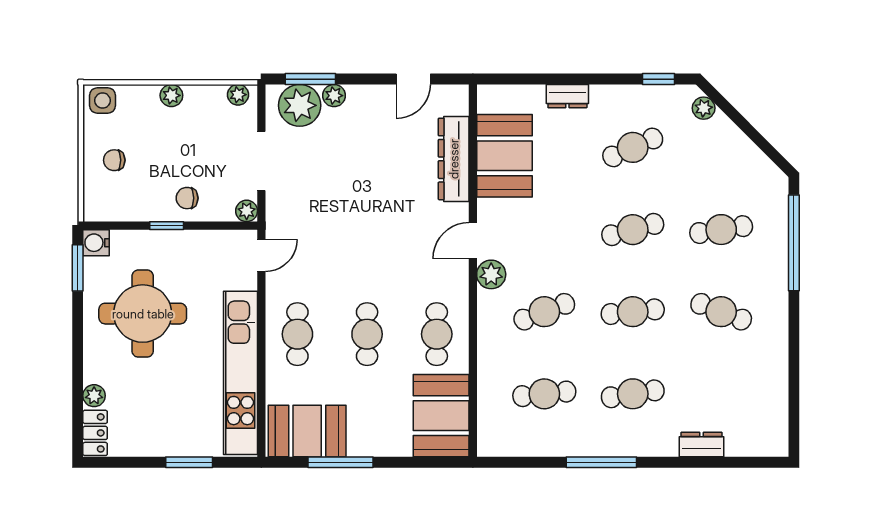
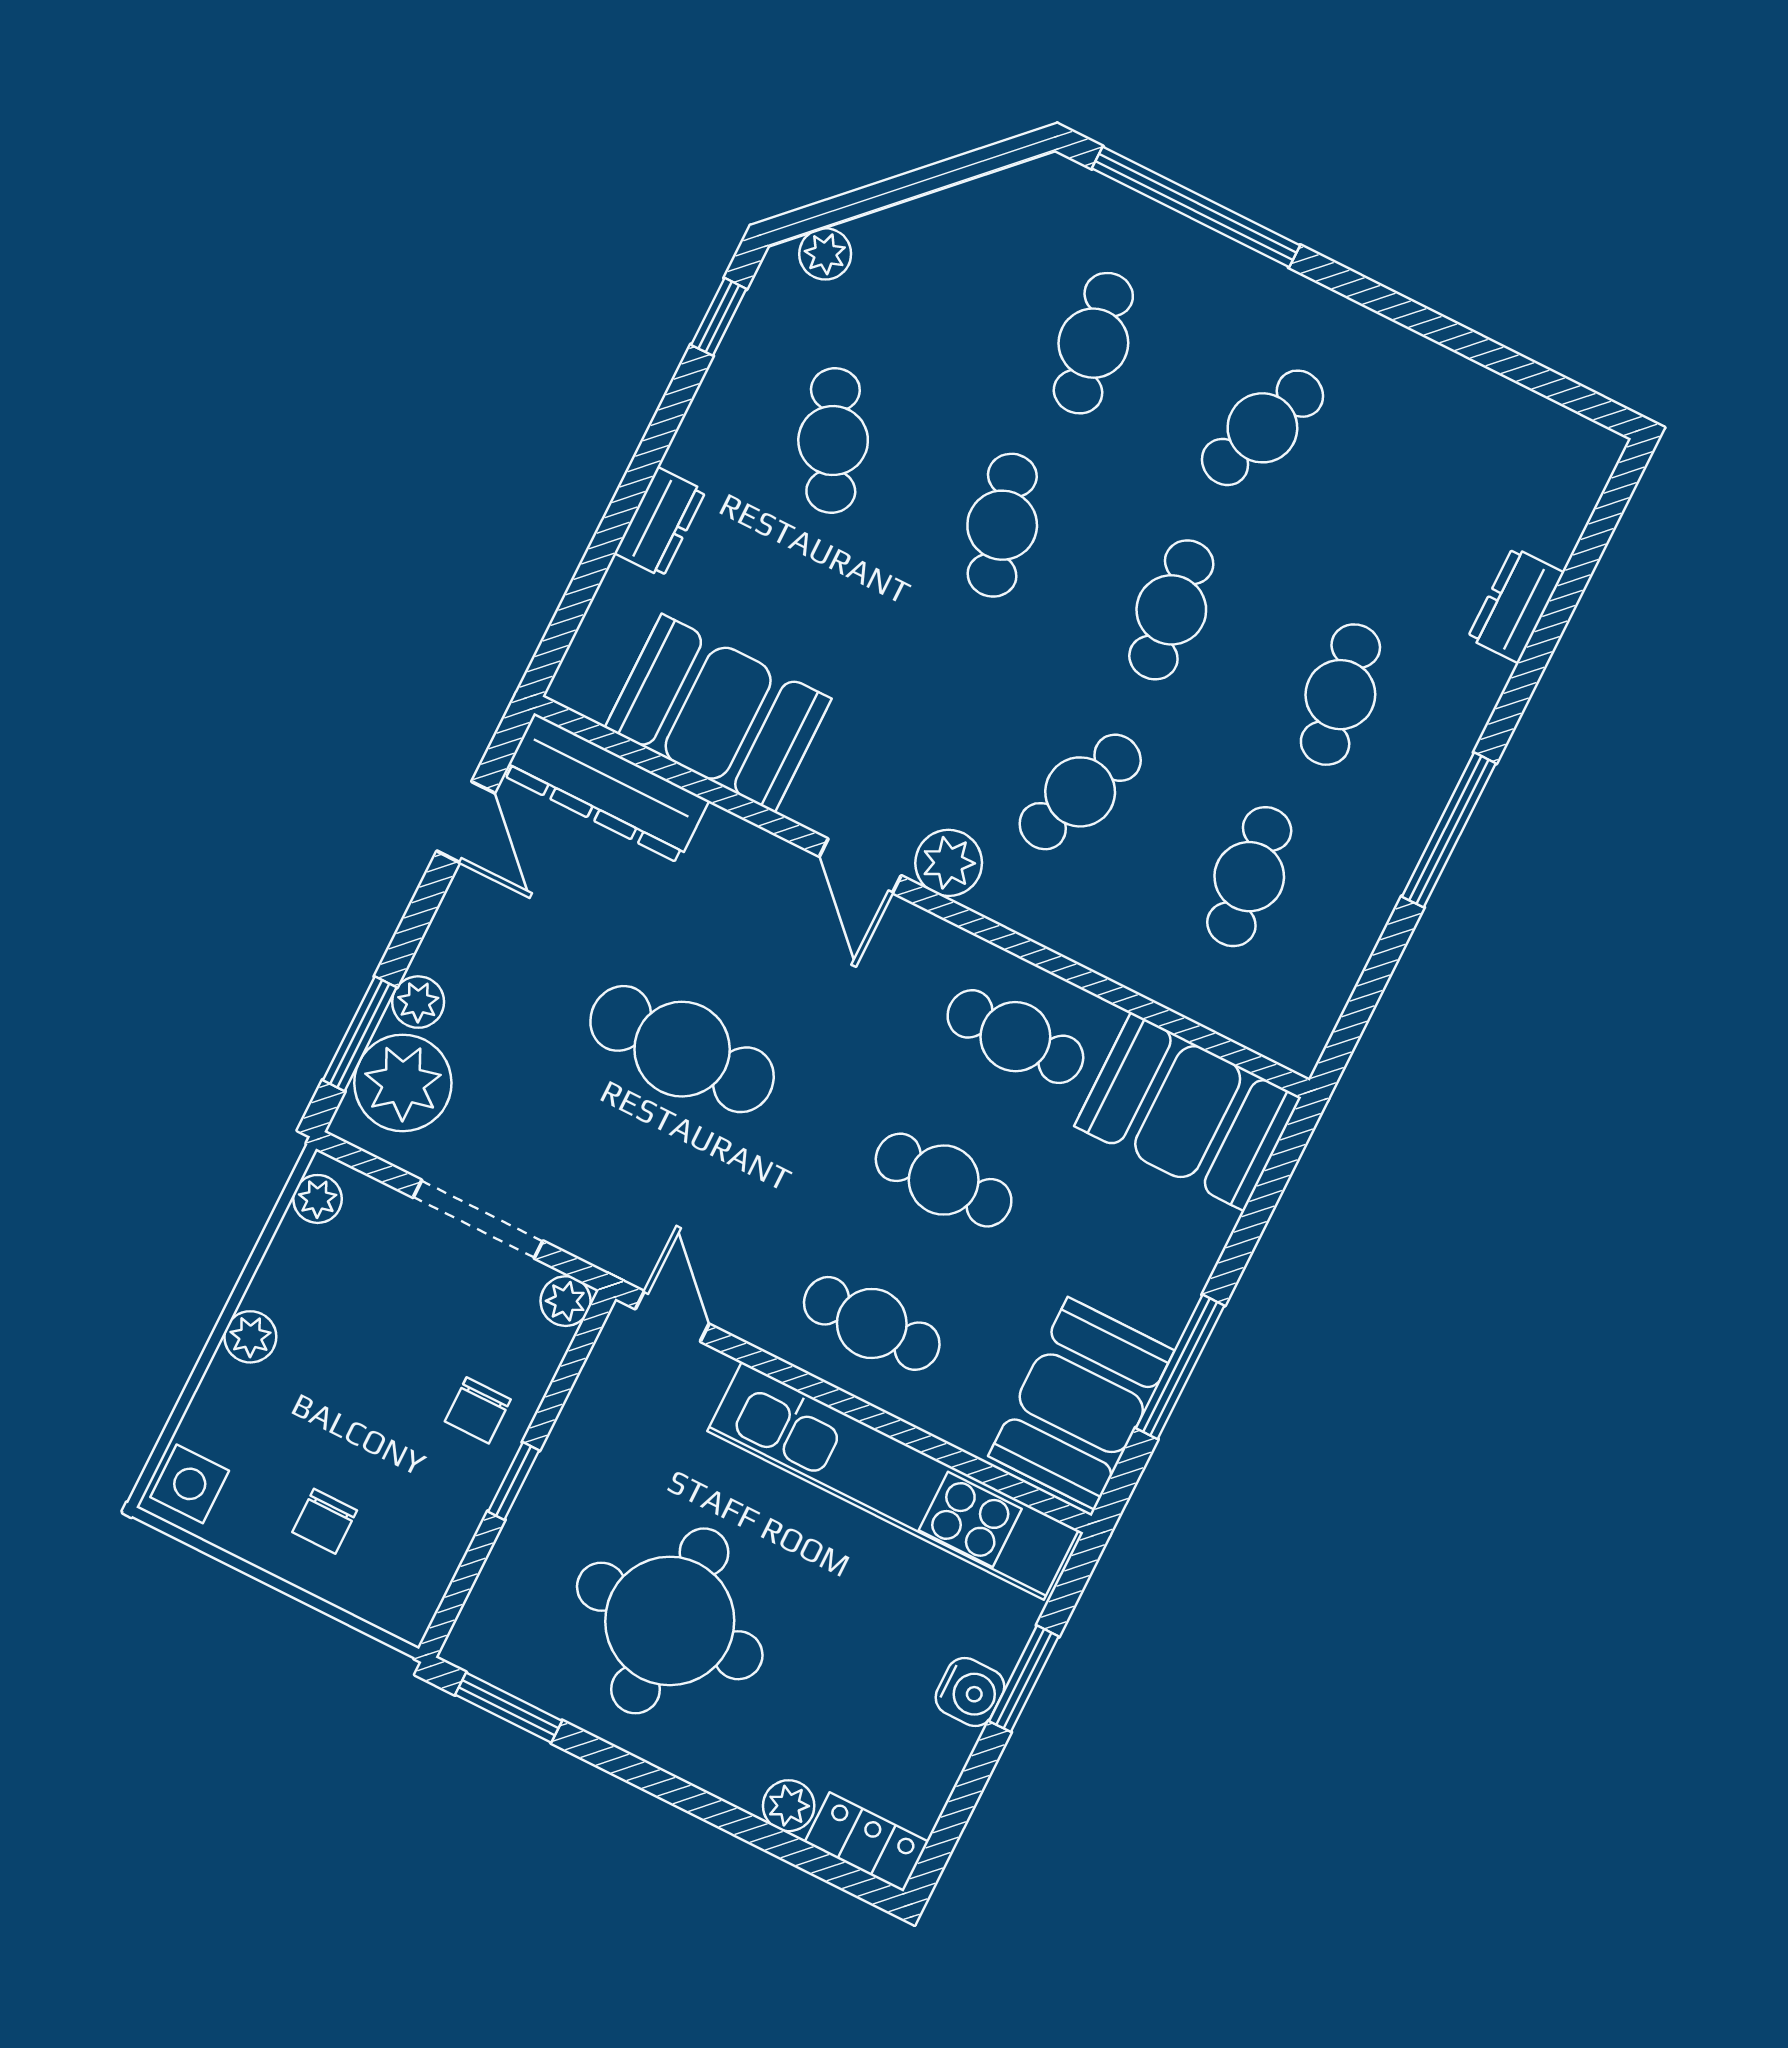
dresser: (454, 159) -> (606, 788), moved
cafe table: (367, 207) -> (682, 1049), added
water cooler: (96, 243) -> (970, 1692), moved, turned -90
cafe table: (544, 312) -> (1080, 792), turned 42

